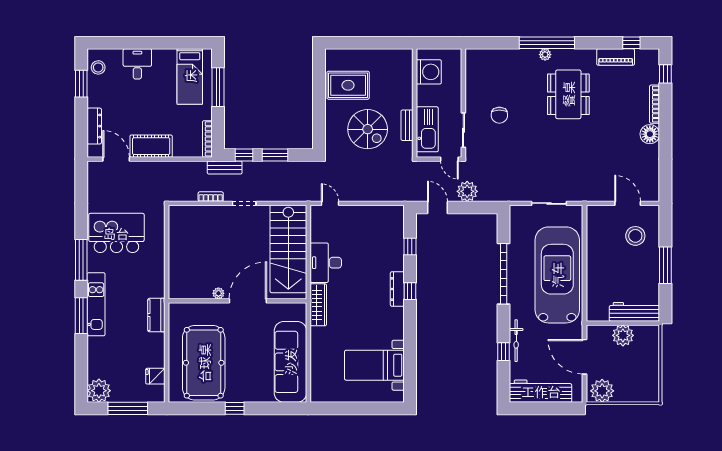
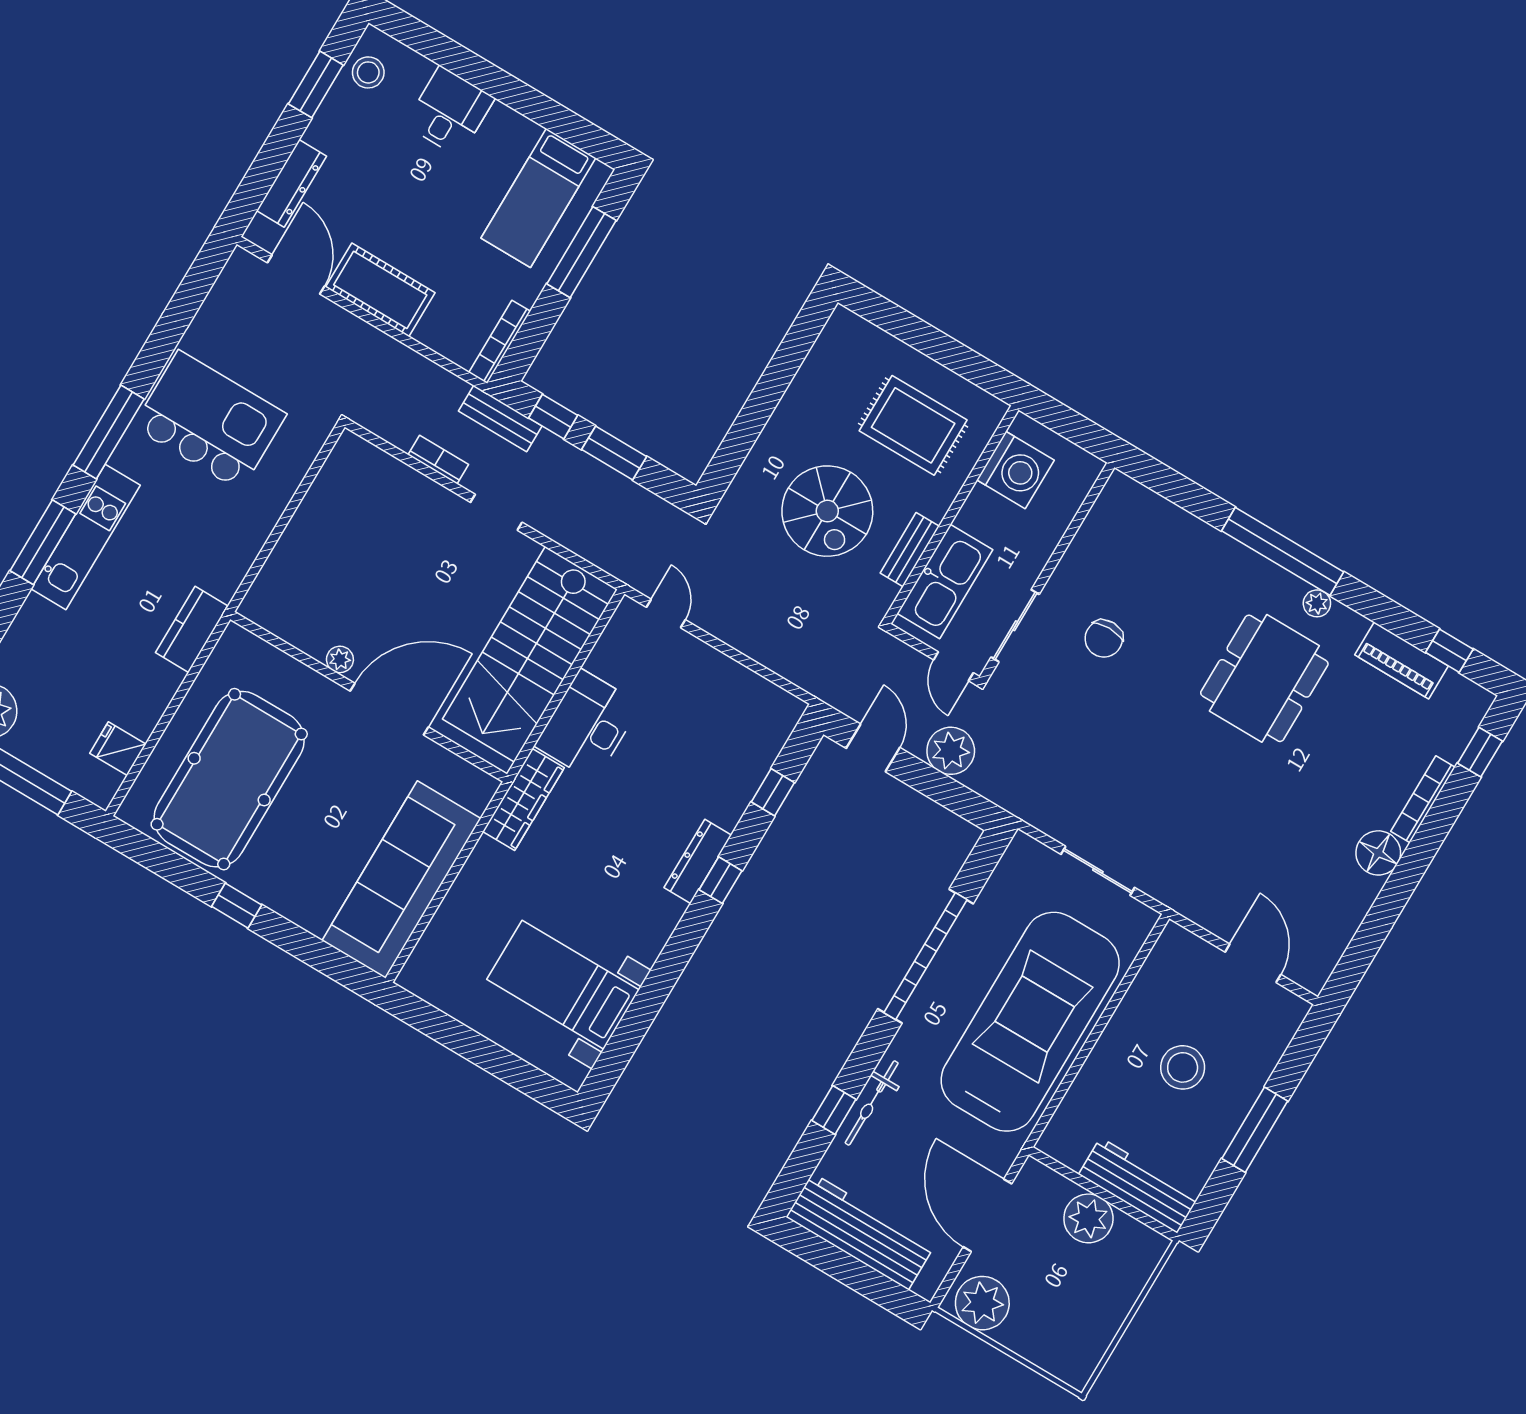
plant: (545, 55) -> (1317, 603), moved
rug: (348, 85) -> (913, 425), moved
stool: (635, 236) -> (1183, 1067), moved

